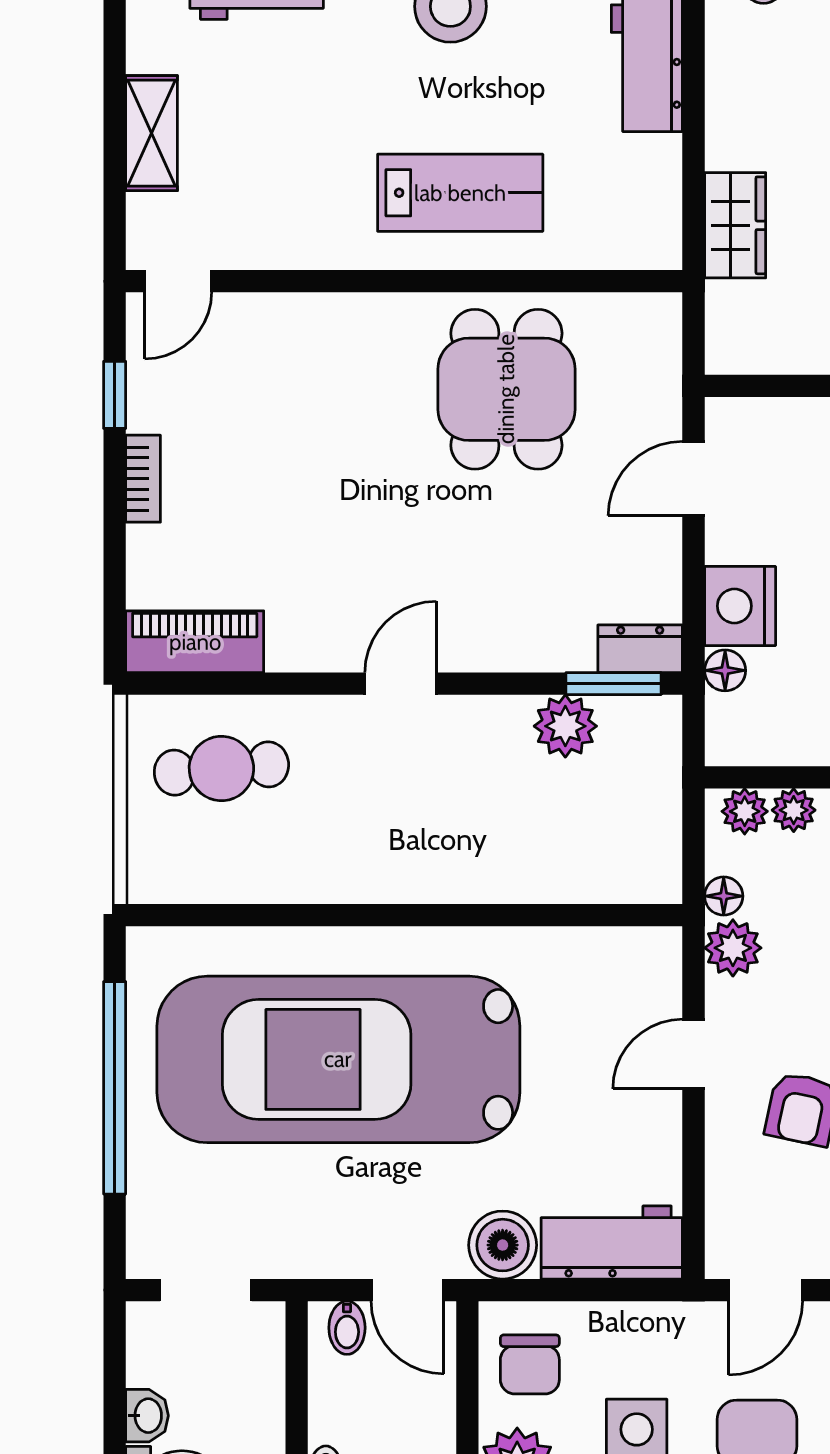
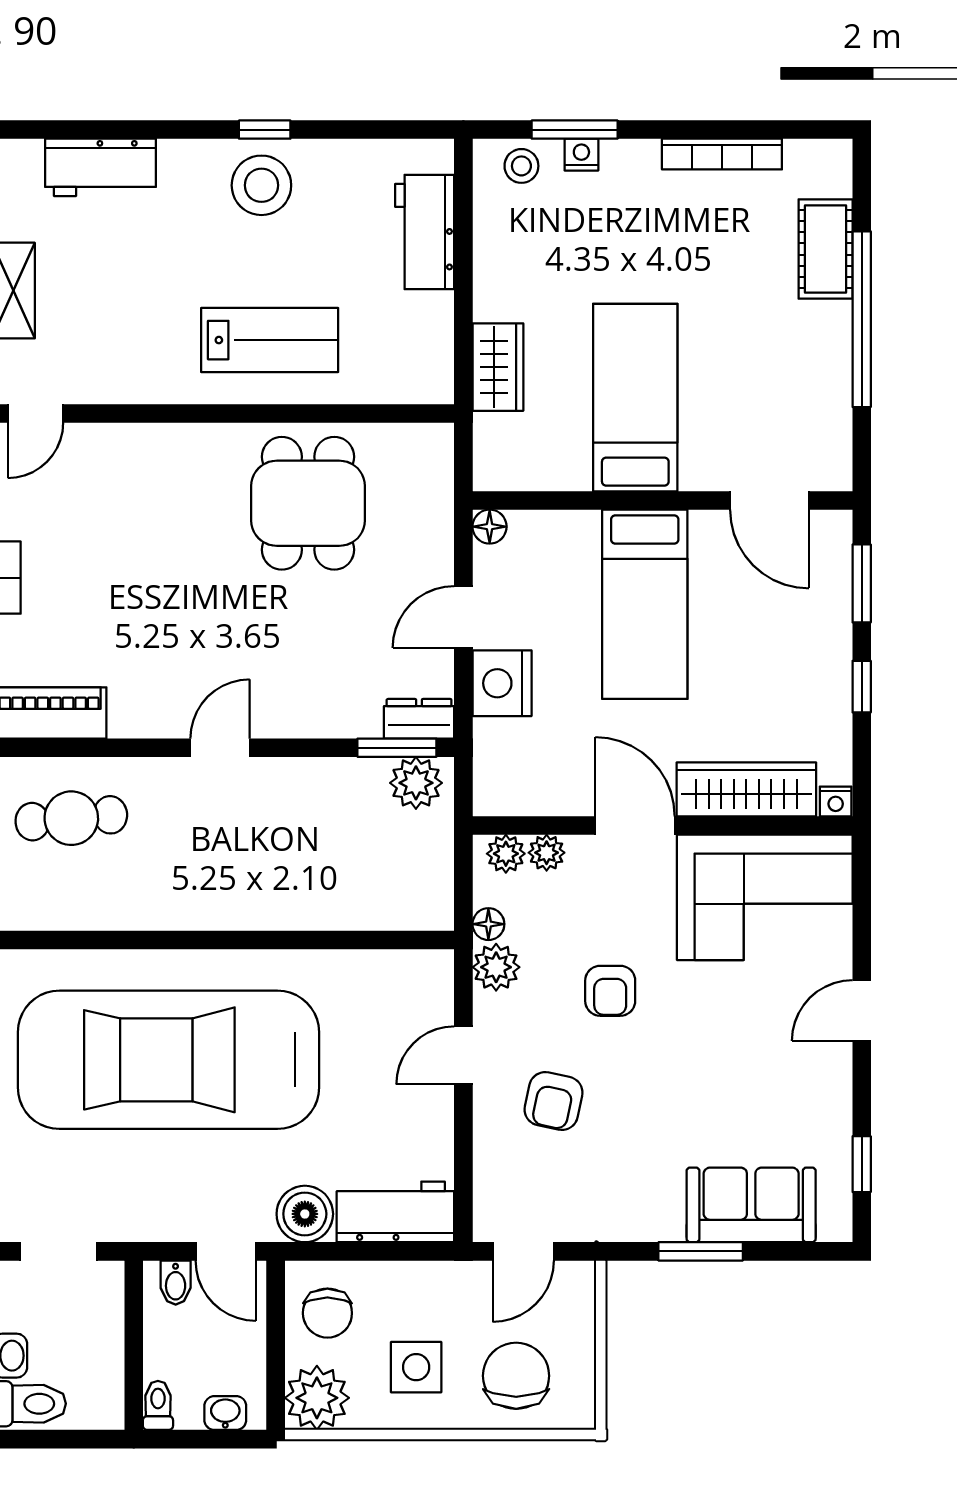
door: (694, 478) -> (463, 617), moved
floor lamp: (725, 670) -> (490, 527), moved
plant: (565, 726) -> (416, 783), moved

